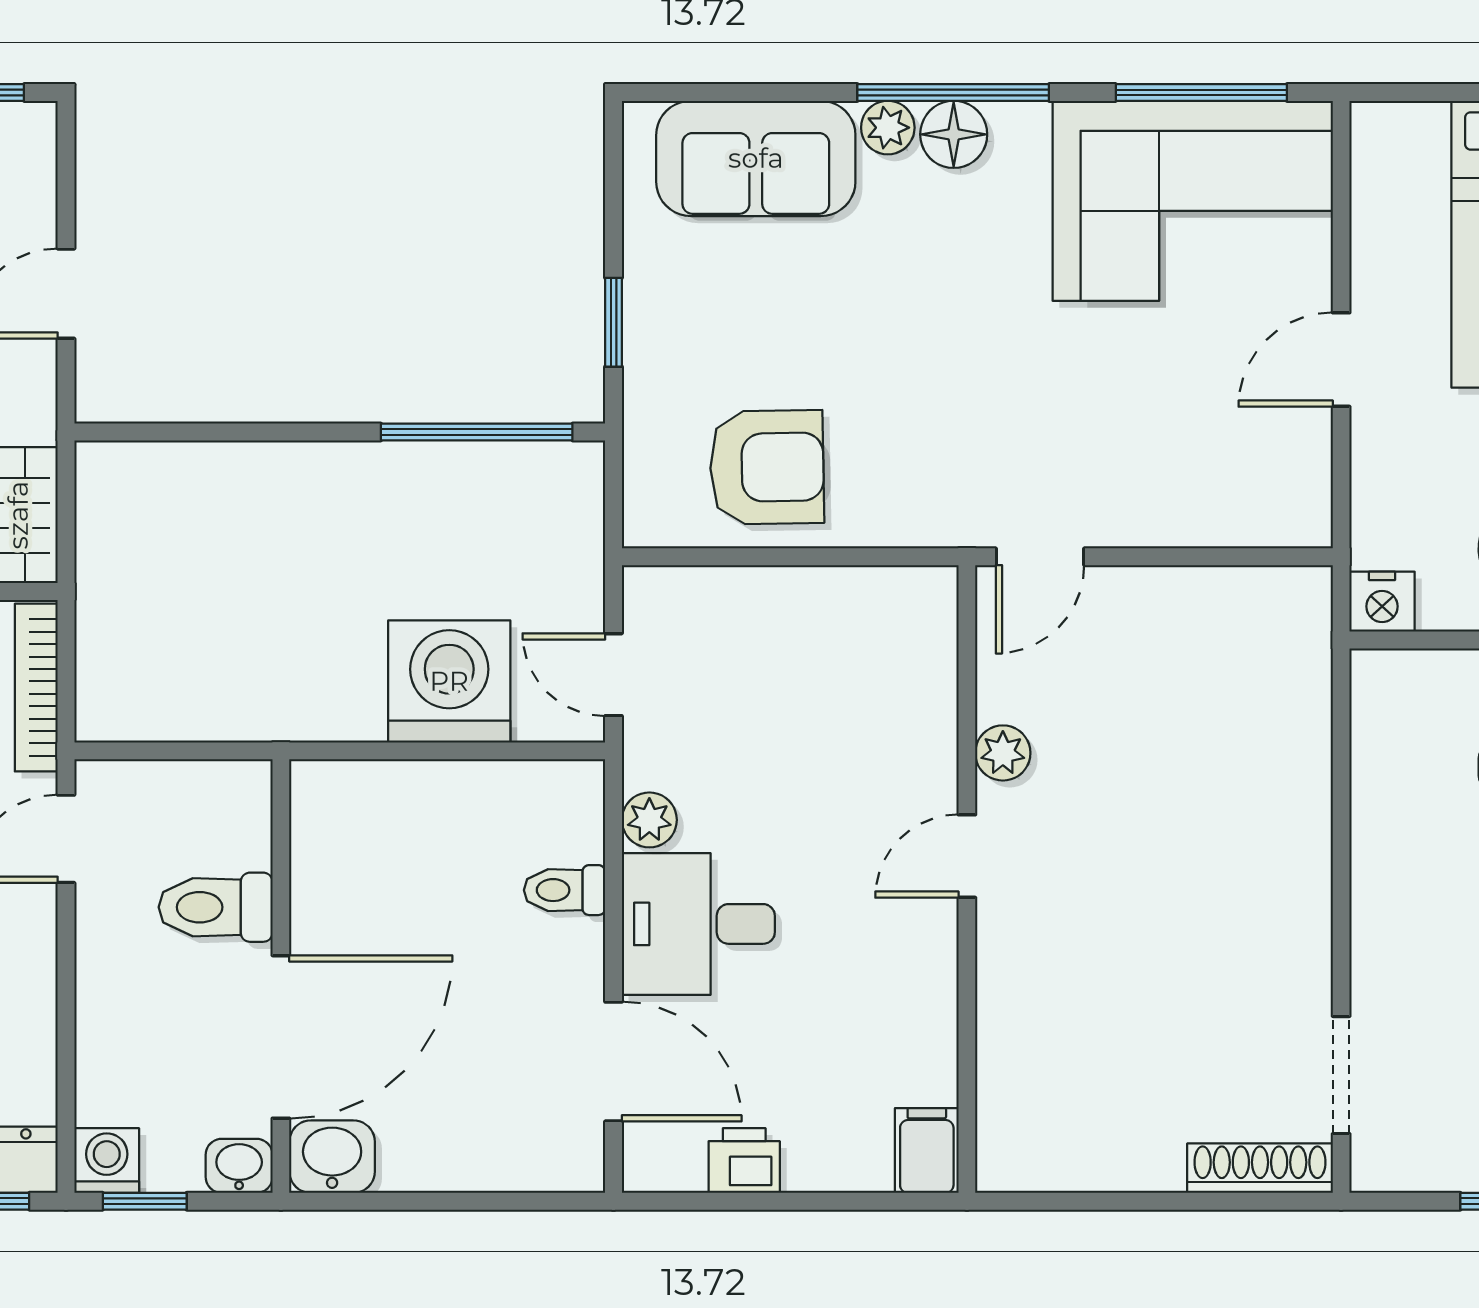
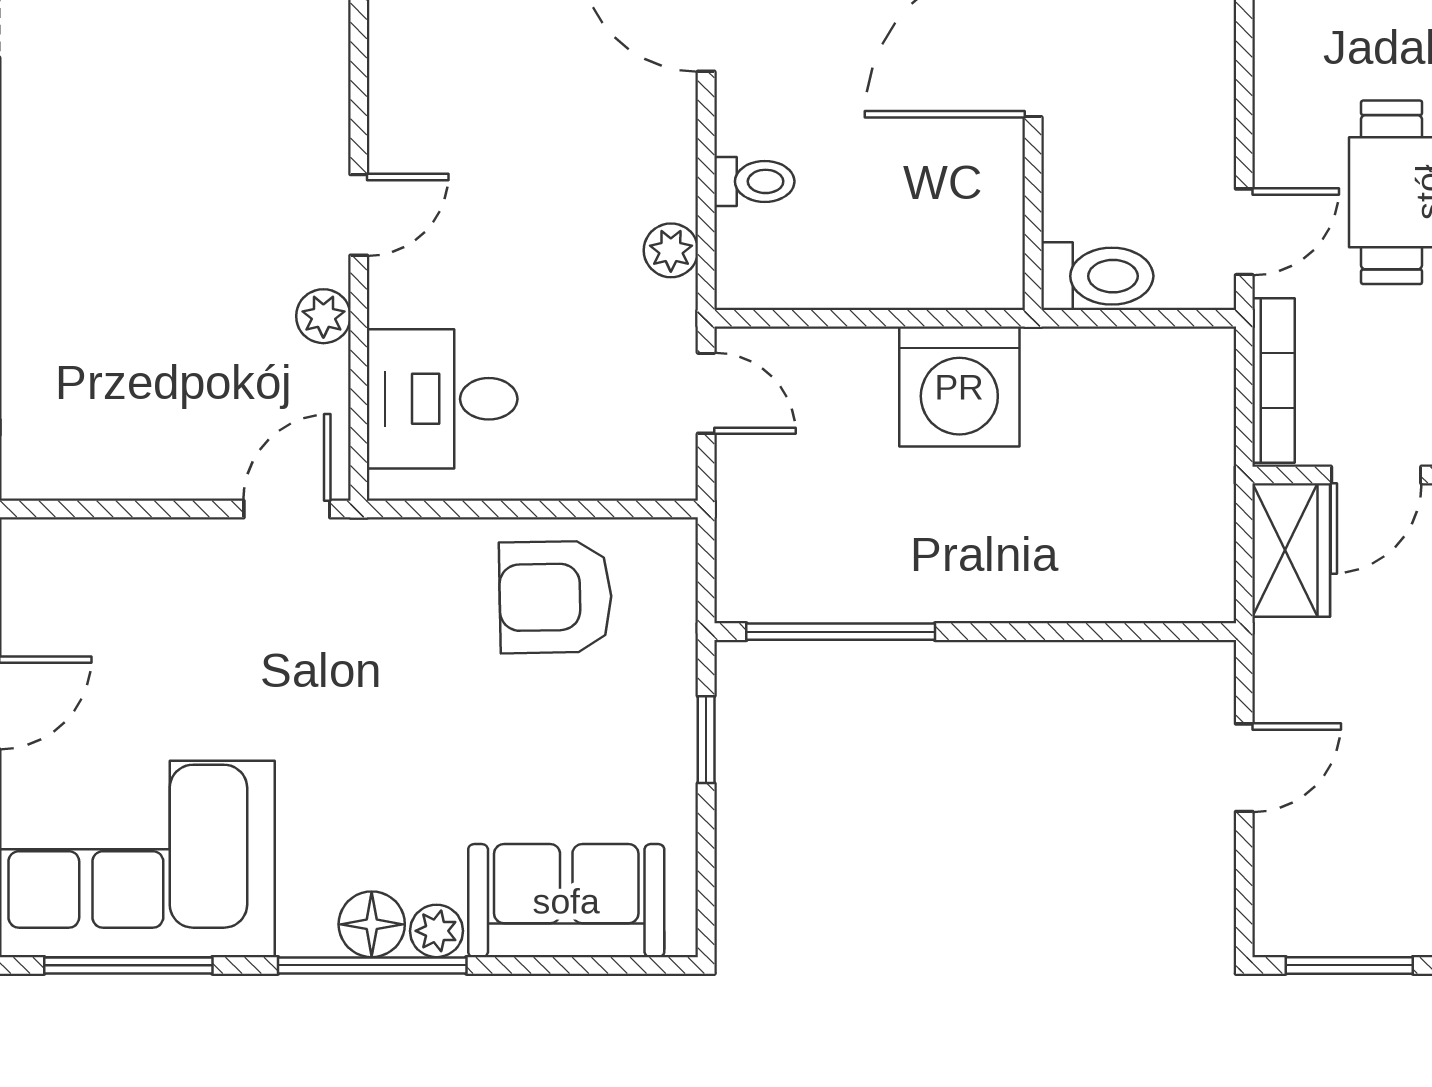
washing machine: (449, 681) -> (959, 387), moved
toilet: (216, 907) -> (1097, 276), moved
desk: (698, 924) -> (442, 399), moved, turned 180

